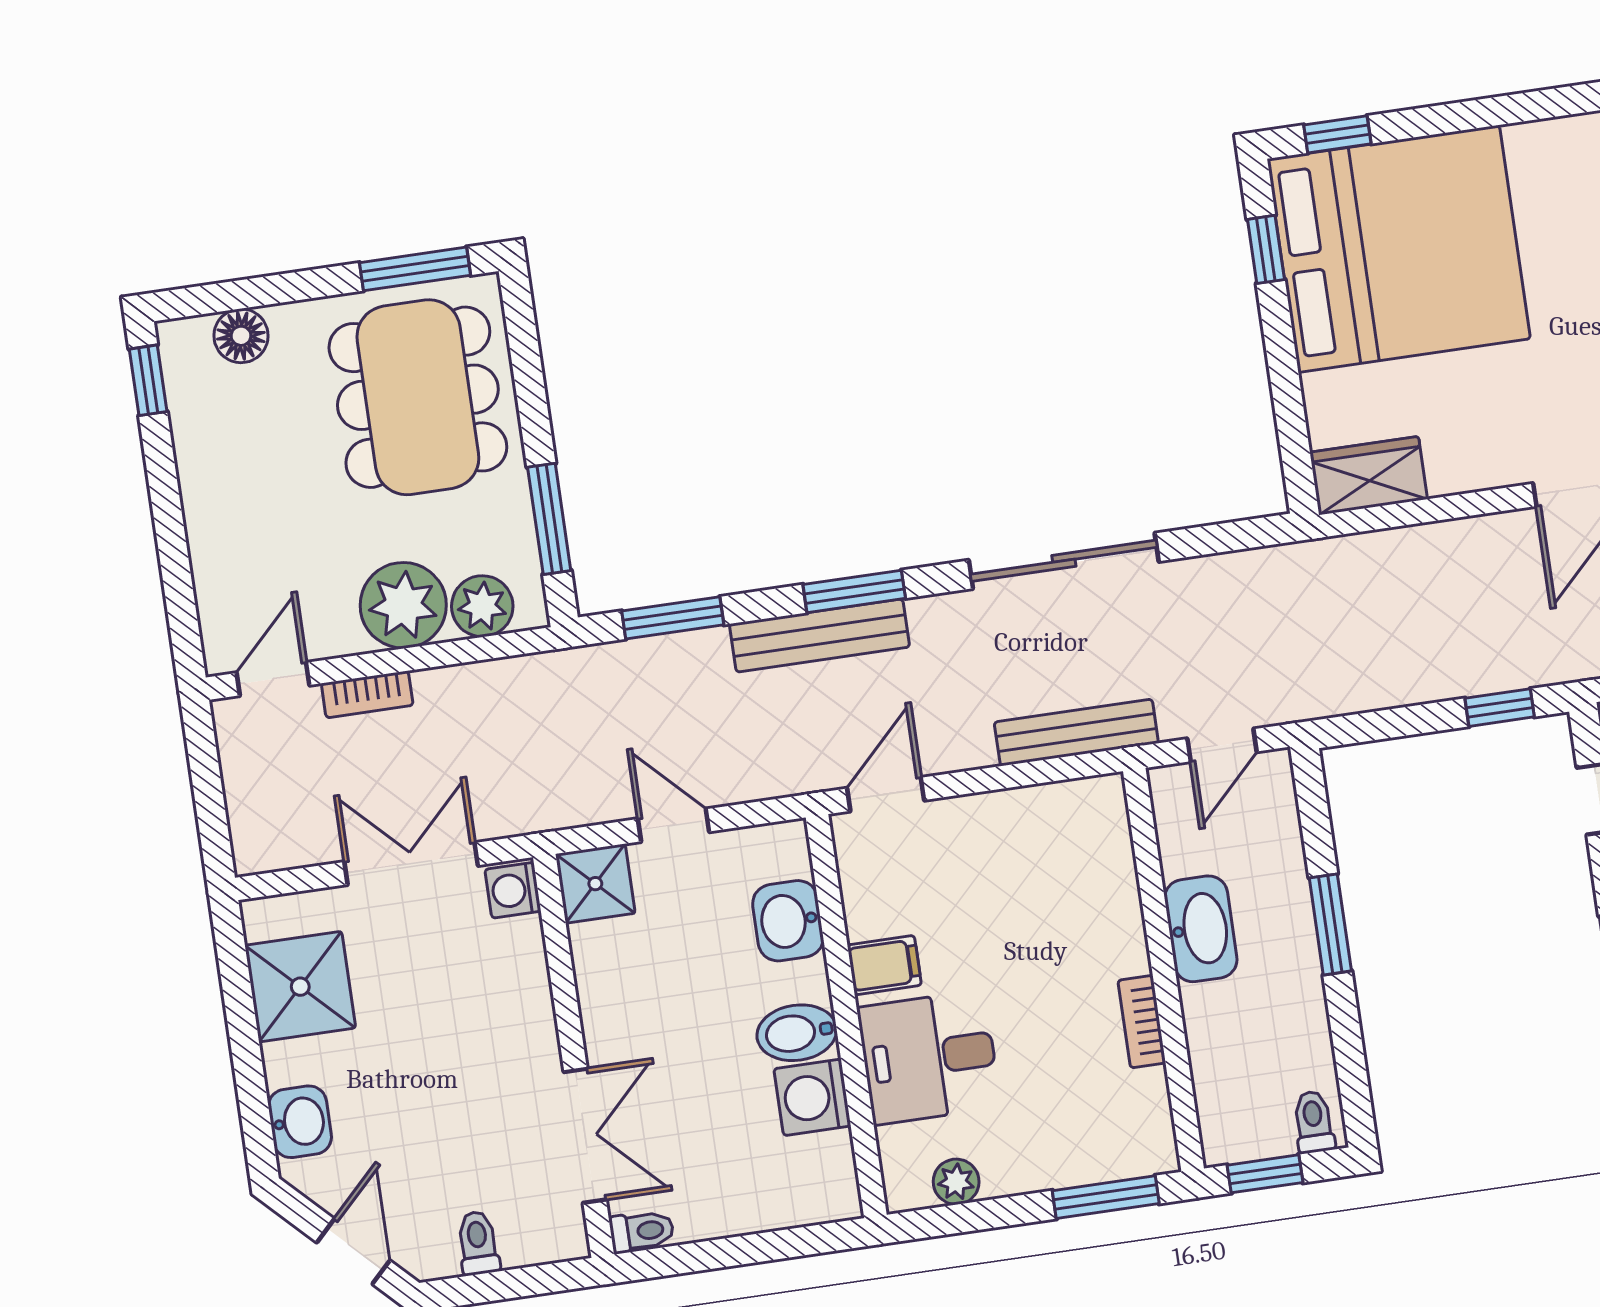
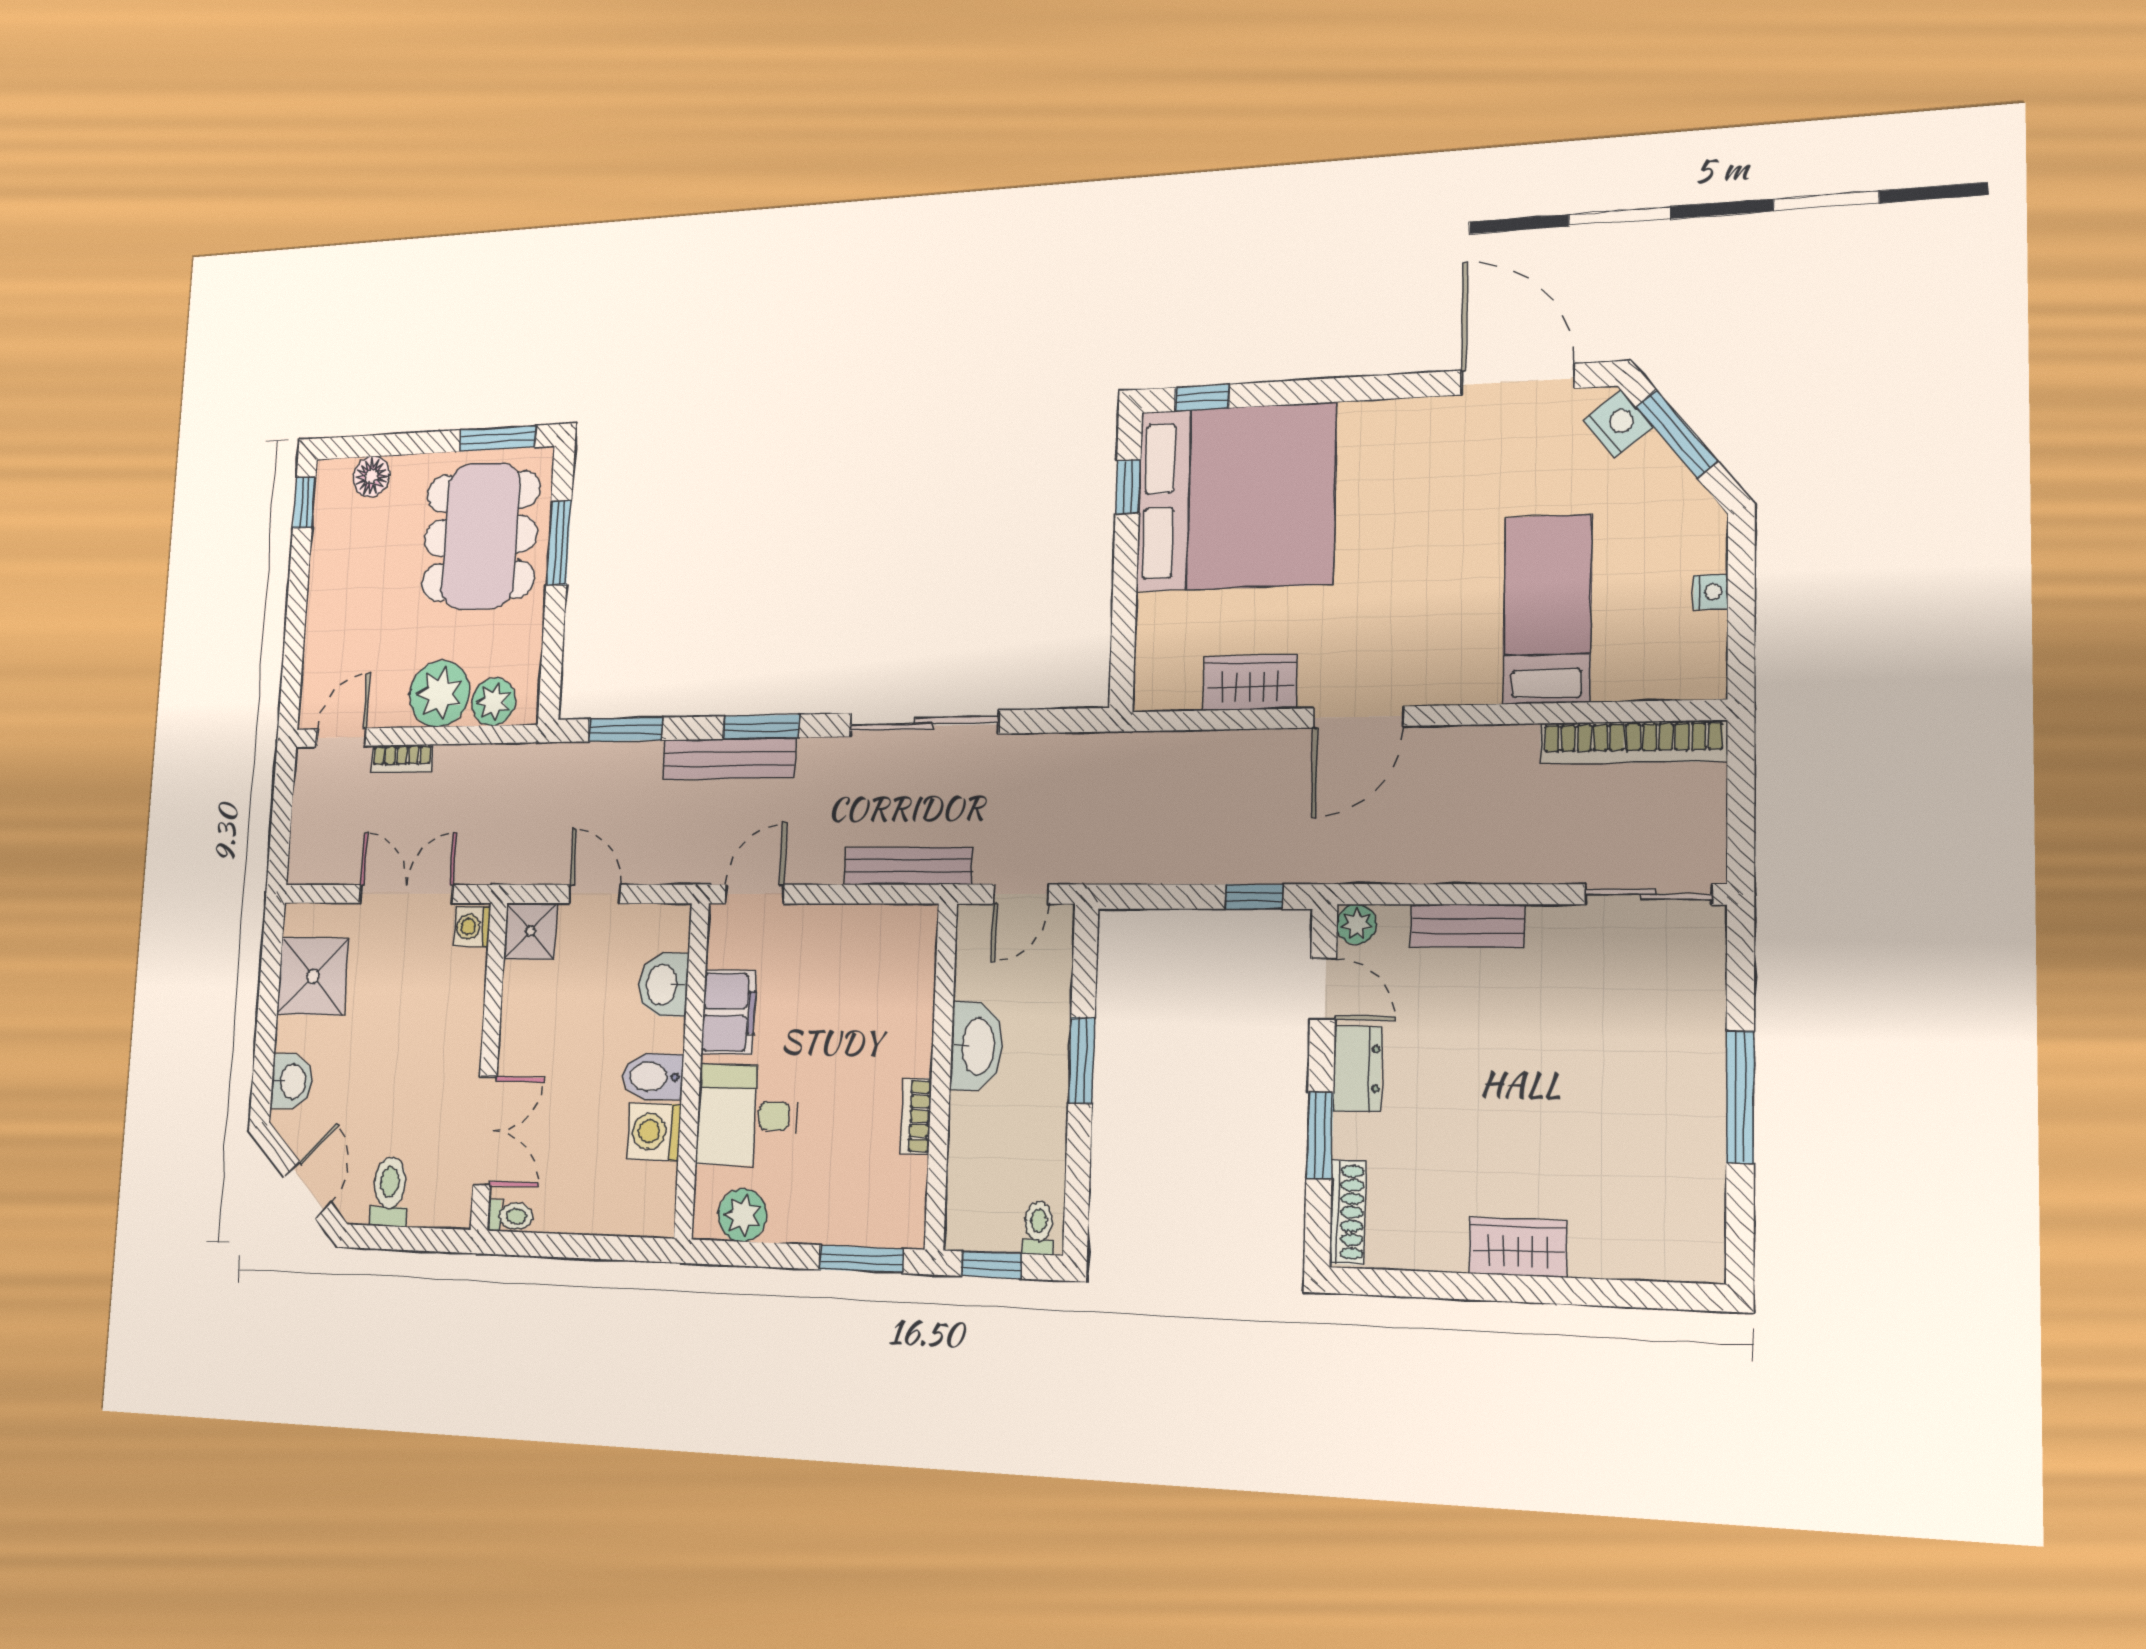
wardrobe: (1369, 476) -> (1250, 682), moved
window: (549, 519) -> (559, 543), moved
filing cabinet: (884, 965) -> (729, 1012), width x2.00
plant: (956, 1182) -> (742, 1215), width x1.38, depth x1.38
toilet: (478, 1243) -> (389, 1191), width x1.37, depth x1.39

